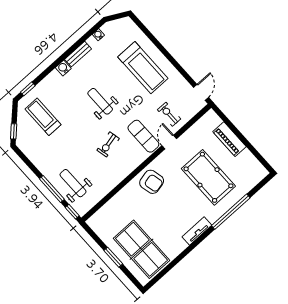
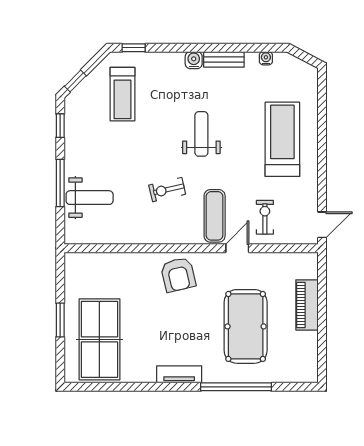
treadmill: (143, 68) -> (282, 139), turned 180
treadmill: (43, 117) -> (123, 94), turned 180
weight bench: (73, 183) -> (90, 198), turned 90
window: (72, 212) -> (60, 126), moved

